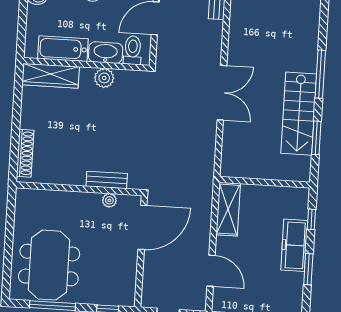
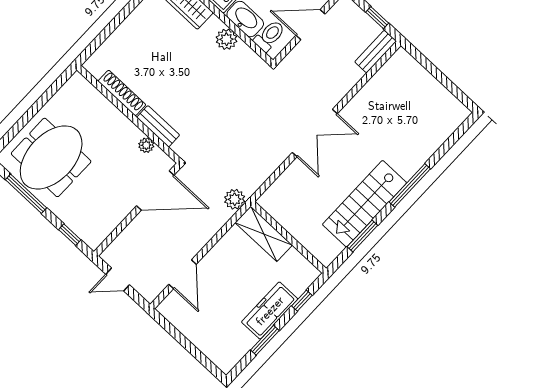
shoe rack: (25, 153) -> (122, 93), moved, turned -90
plant: (204, 187) -> (235, 199), added
shelving: (228, 209) -> (264, 234), moved, turned 90

